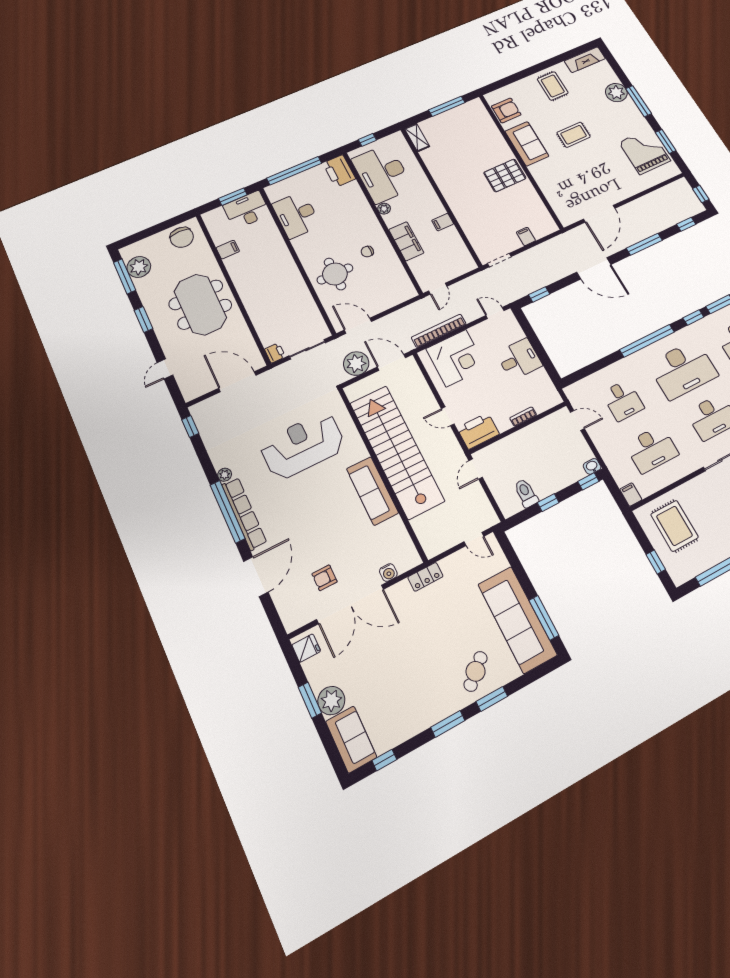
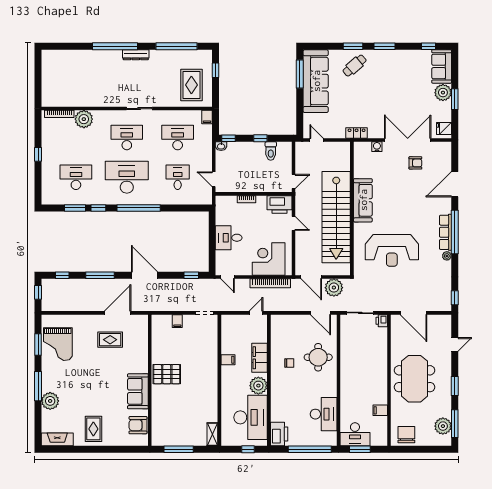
rug: (574, 135) -> (110, 340), moved
plant: (384, 209) -> (258, 386), width x1.88, depth x1.88
row of seats: (244, 514) -> (445, 232), width x0.73

